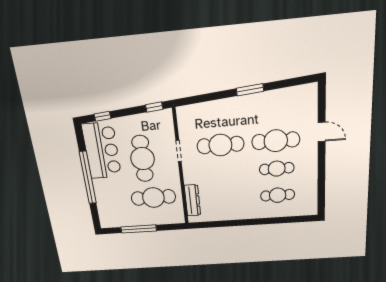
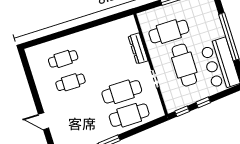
window: (102, 116) -> (203, 102), moved
cafe table: (276, 141) -> (129, 115), moved
dresser: (192, 200) -> (138, 48), moved

